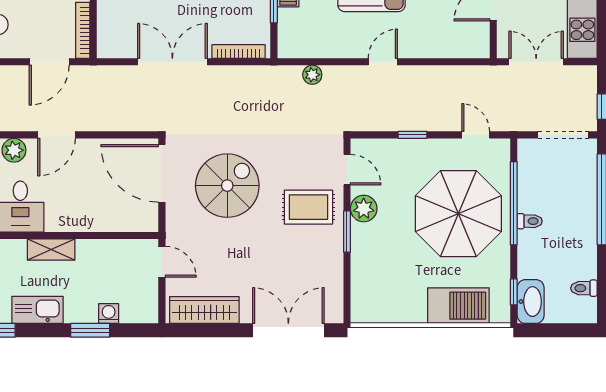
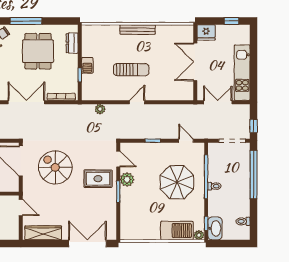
spiral stairs: (227, 186) -> (55, 167), turned -90
parasol: (458, 214) -> (177, 182), width x0.73, depth x0.73
plant: (500, 314) -> (199, 235), added

